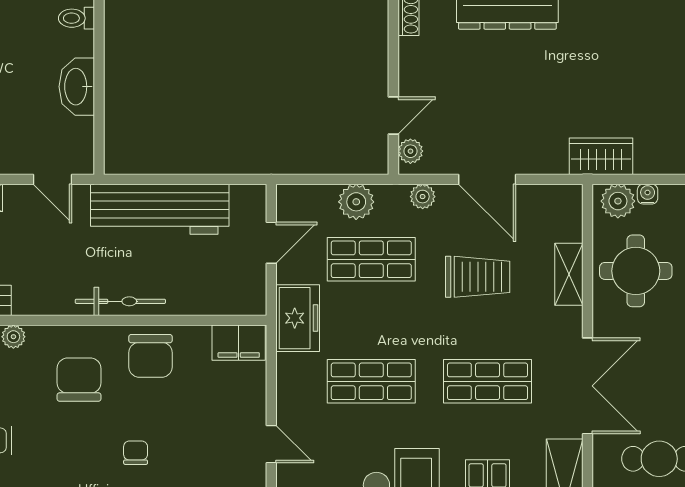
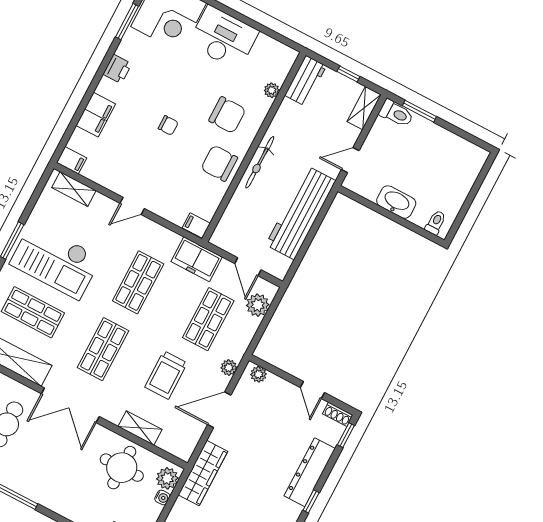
door: (393, 115) -> (312, 390), moved
wardrobe: (601, 156) -> (203, 473), width x1.50
plant: (356, 202) -> (258, 305), moved
filing cabinet: (239, 343) -> (196, 225), width x0.50

